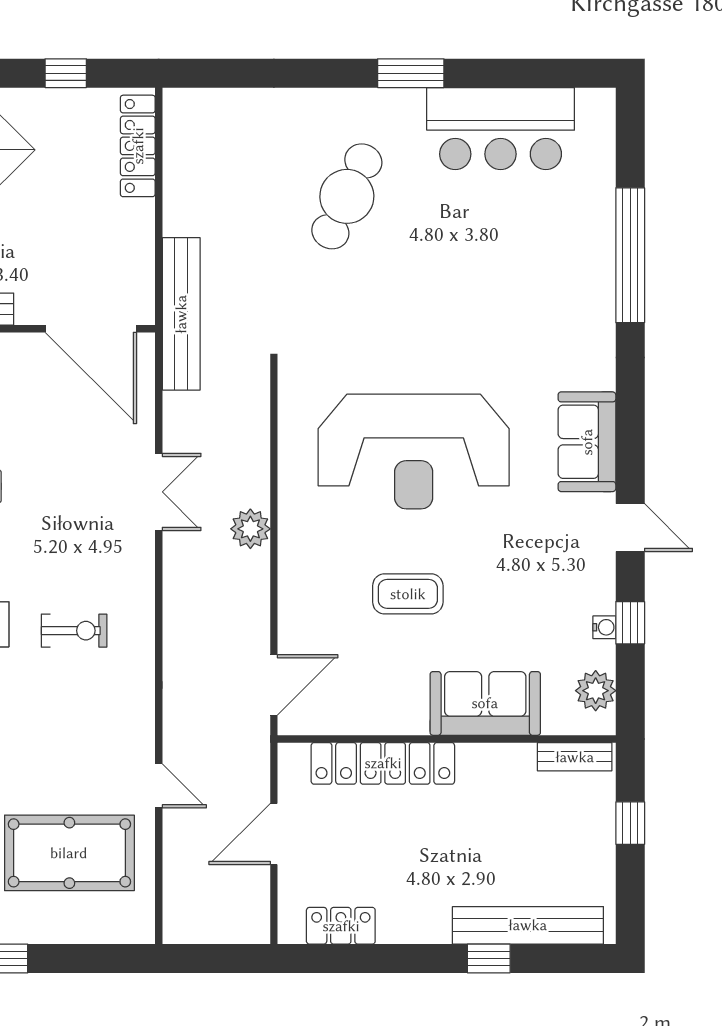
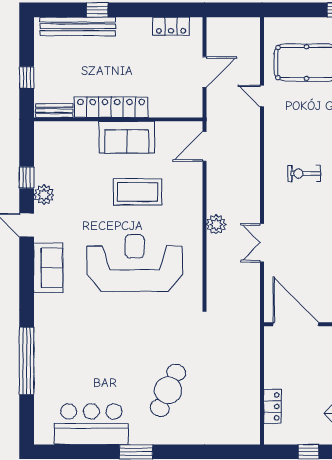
locker: (138, 146) -> (272, 406), width x0.66
bench: (181, 314) -> (251, 332), removed
coffee table: (408, 594) -> (138, 192), width x1.36, depth x1.32
water cooler: (604, 627) -> (39, 175), removed
plant: (596, 691) -> (44, 195), moved
sofa: (485, 703) -> (127, 137), moved
locker: (383, 763) -> (111, 107), moved

